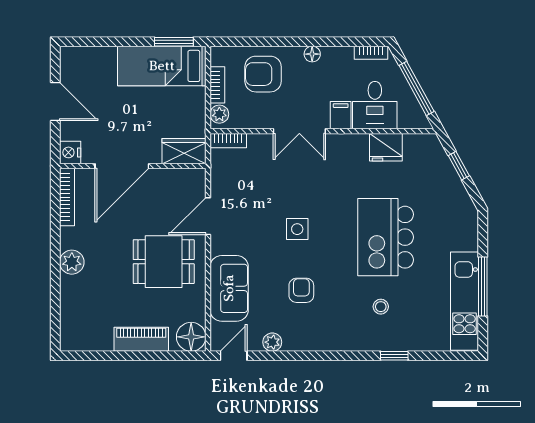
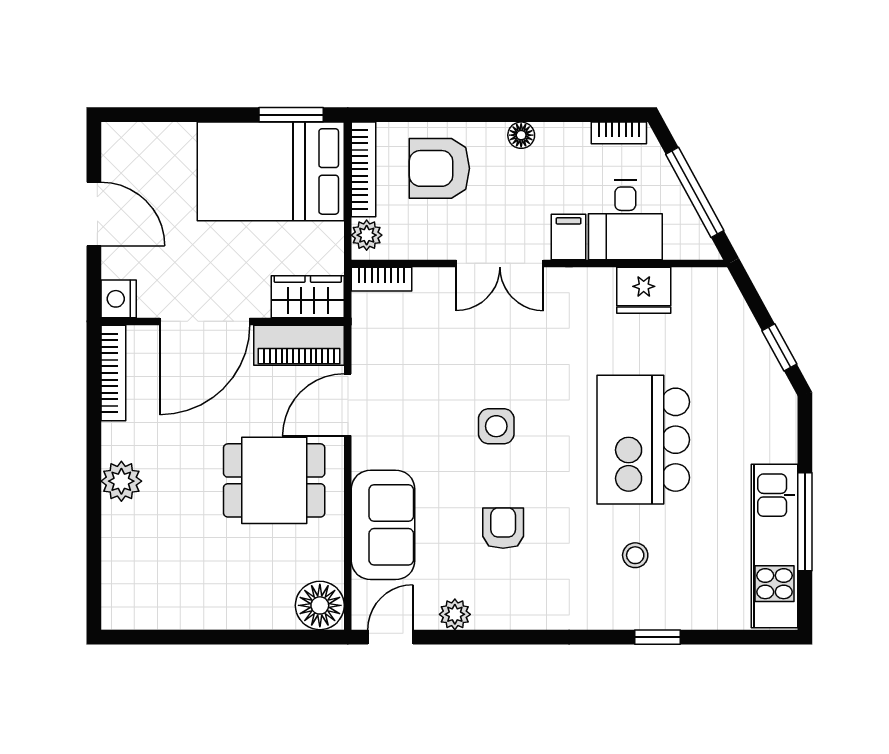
bed: (162, 66) -> (271, 171), width x1.50
bookcase: (217, 85) -> (364, 169), width x1.56
window: (459, 166) -> (779, 347), moved
piano: (141, 339) -> (299, 345), moved, turned 180

